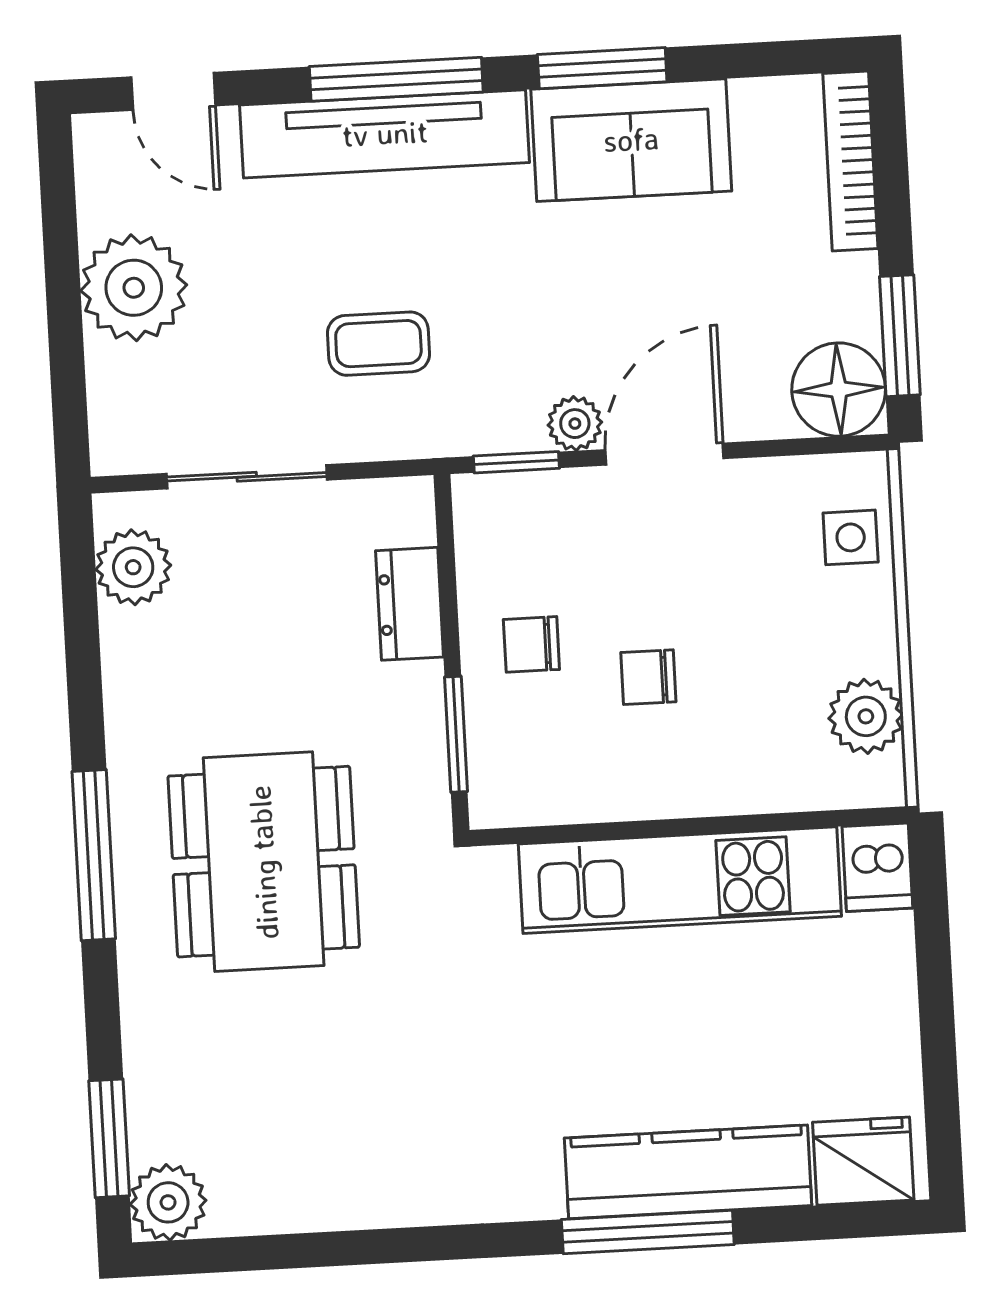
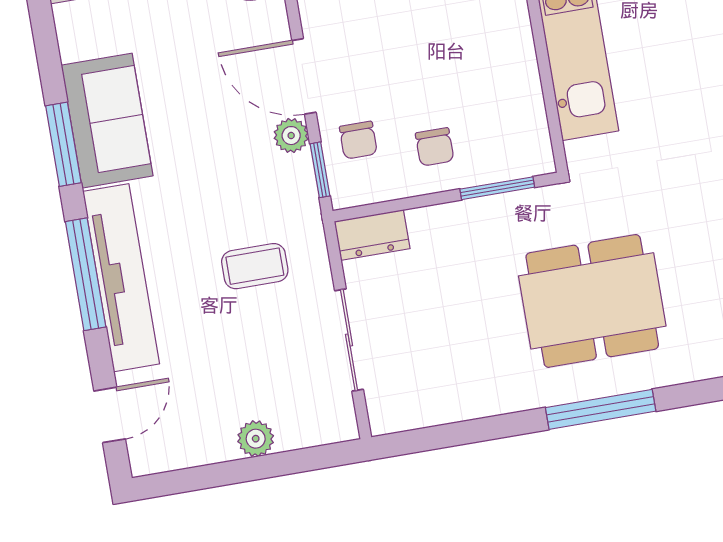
plant: (134, 288) -> (256, 439), width x0.53, depth x0.53
coffee table: (378, 344) -> (255, 266), turned 90
plant: (133, 567) -> (415, 405), removed
dresser: (410, 604) -> (372, 235), moved
chair: (648, 677) -> (358, 140), moved

